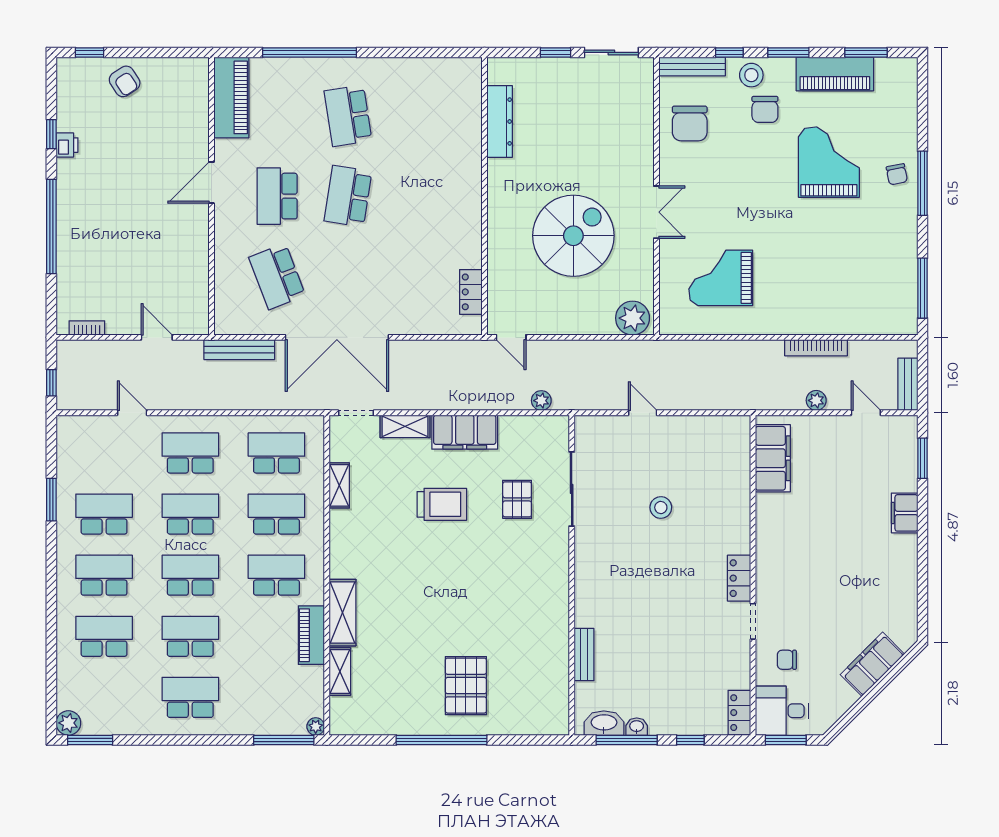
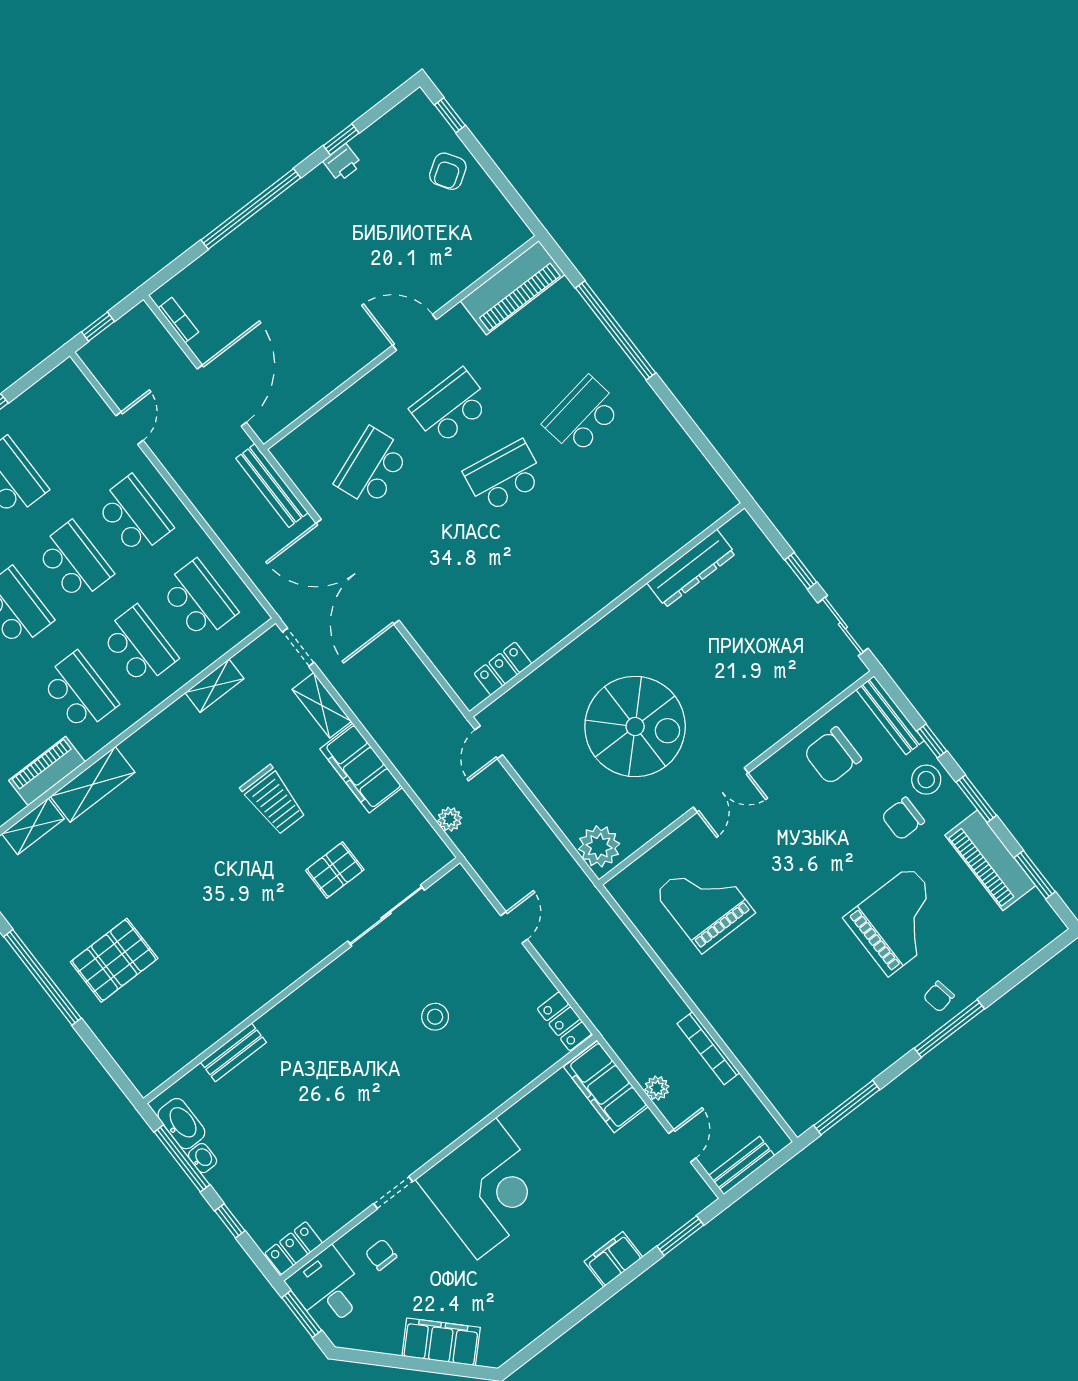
door: (157, 337) -> (222, 396), width x1.88
filing cabinet: (773, 458) -> (606, 1087), moved, turned 90
corner desk: (797, 560) -> (486, 1189), added
locker: (739, 578) -> (564, 1021), moved, turned -90

